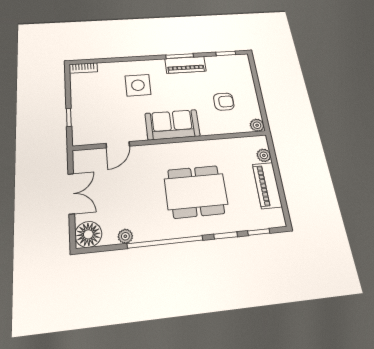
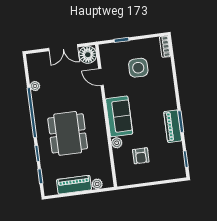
side table: (138, 85) -> (138, 68), moved
plant: (257, 125) -> (117, 143), moved
floor lamp: (88, 234) -> (88, 55), moved

